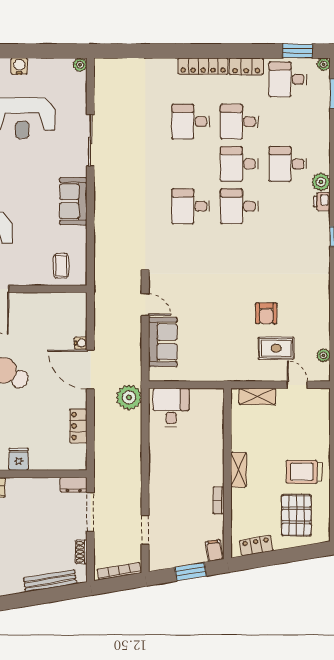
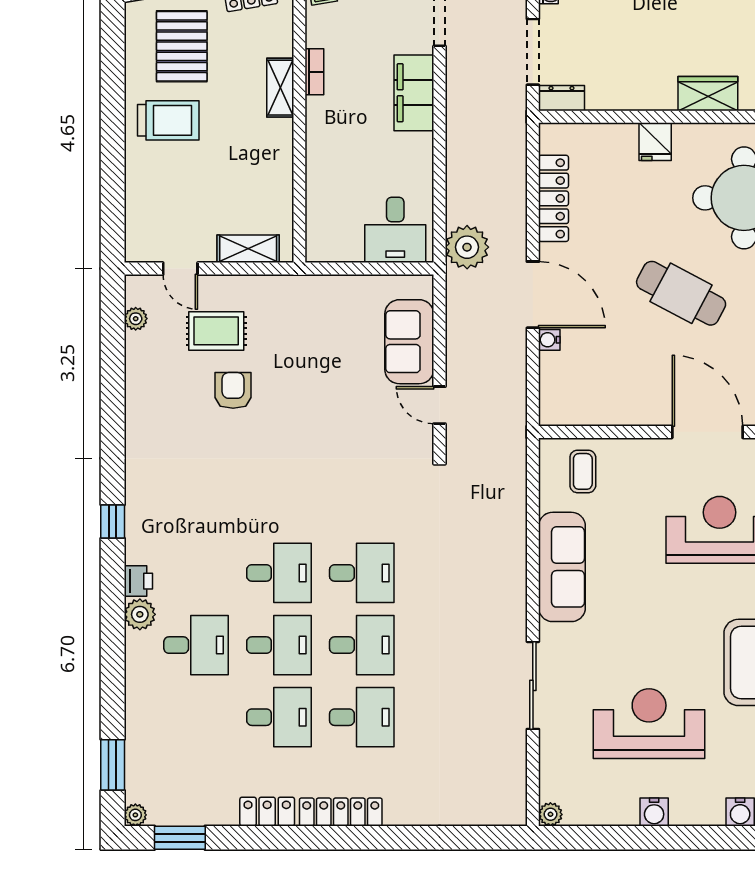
desk: (288, 79) -> (362, 645), moved
sofa: (73, 201) -> (562, 567), width x1.36
locker: (78, 426) -> (553, 198), width x1.53
shelving: (239, 470) -> (280, 88), moved
filing cabinet: (160, 488) -> (414, 93), added

